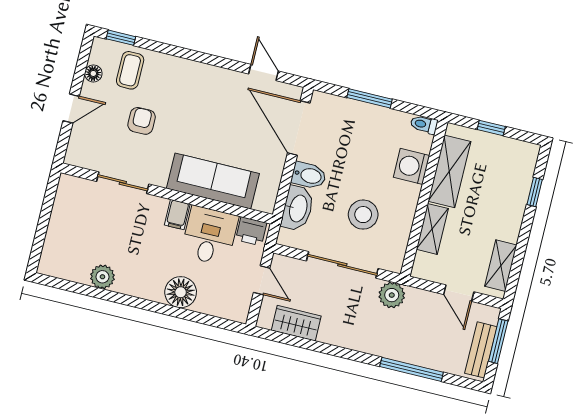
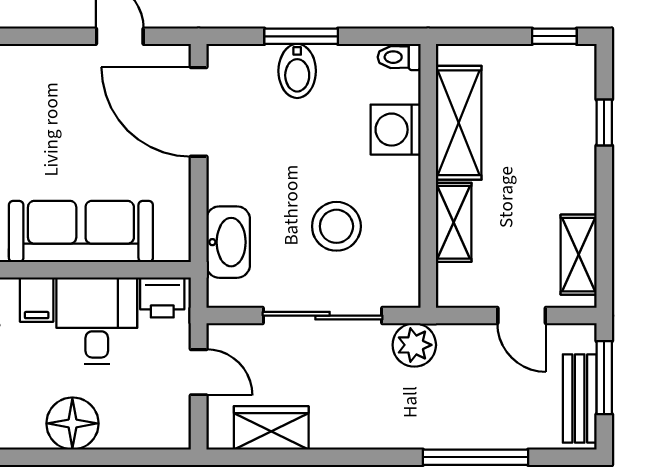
window: (491, 128) -> (554, 36), moved
bidet: (309, 175) -> (297, 71), moved, turned 90

